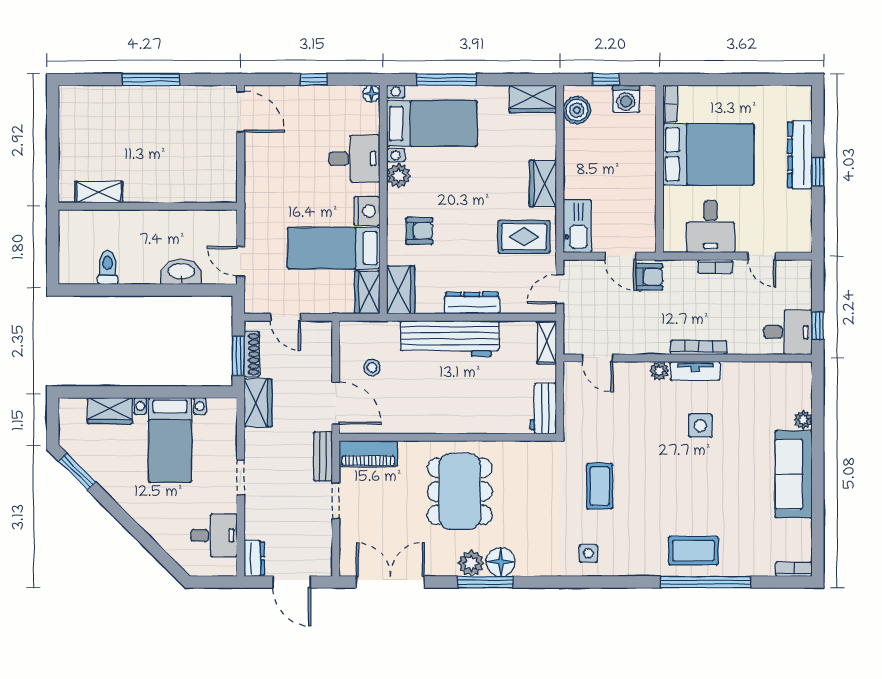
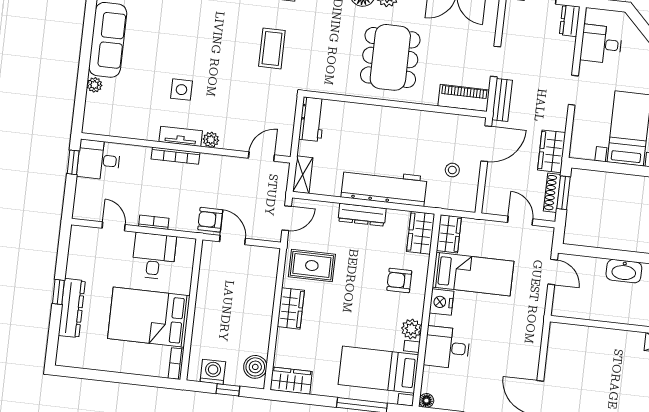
kitchen sink: (577, 226) -> (266, 269), removed
washbasin: (181, 272) -> (624, 271), moved
door: (598, 358) -> (261, 156), hinge flipped
door: (336, 403) -> (486, 144), swing flipped

